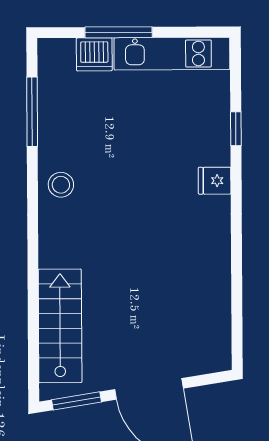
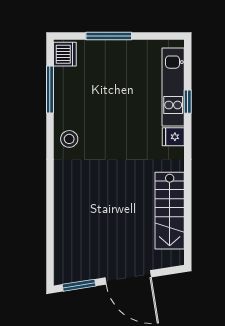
dishwasher: (94, 54) -> (65, 54), moved, turned -90
kitchen unit: (172, 54) -> (173, 87), moved, turned 90
stairs: (60, 326) -> (170, 211), moved, turned 180

